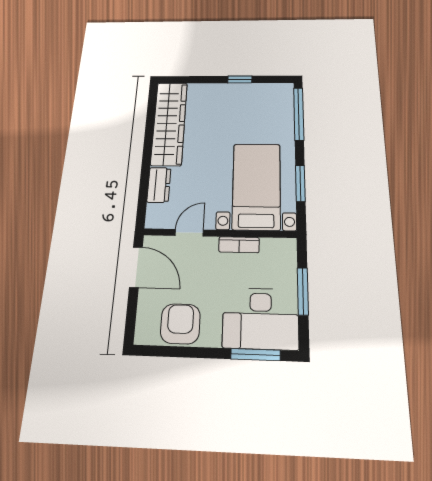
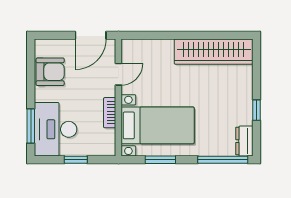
dresser: (159, 185) -> (244, 141), moved, turned 90
door: (189, 233) -> (118, 74), hinge flipped
window: (303, 291) -> (76, 160), width x0.67

